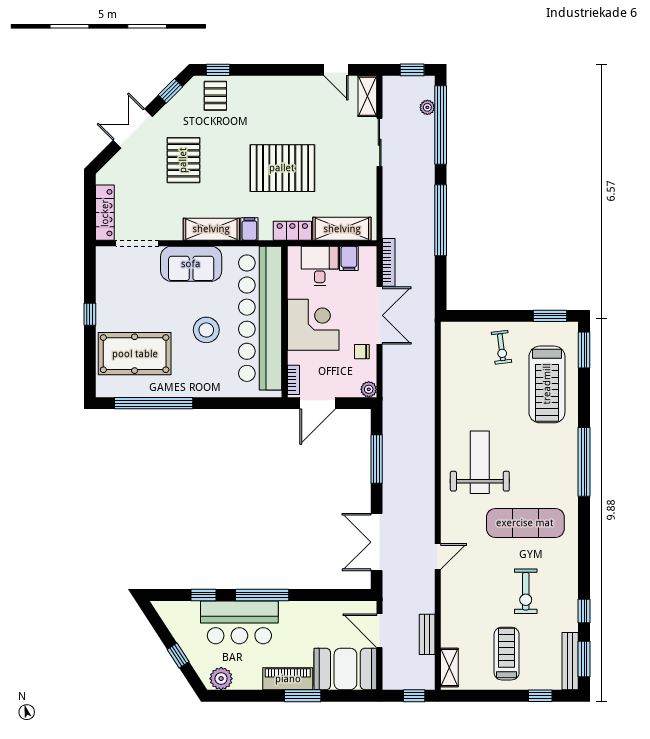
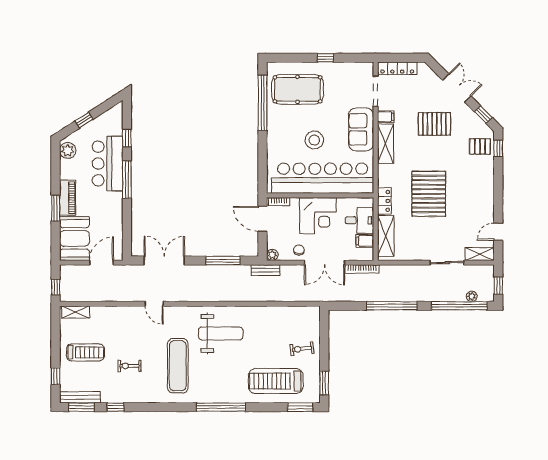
filing cabinet: (249, 229) -> (386, 117), moved
pool table: (135, 354) -> (298, 89), turned 90
exercise bike: (526, 591) -> (129, 366), width x0.73, depth x0.72
bench: (427, 634) -> (266, 270), moved

